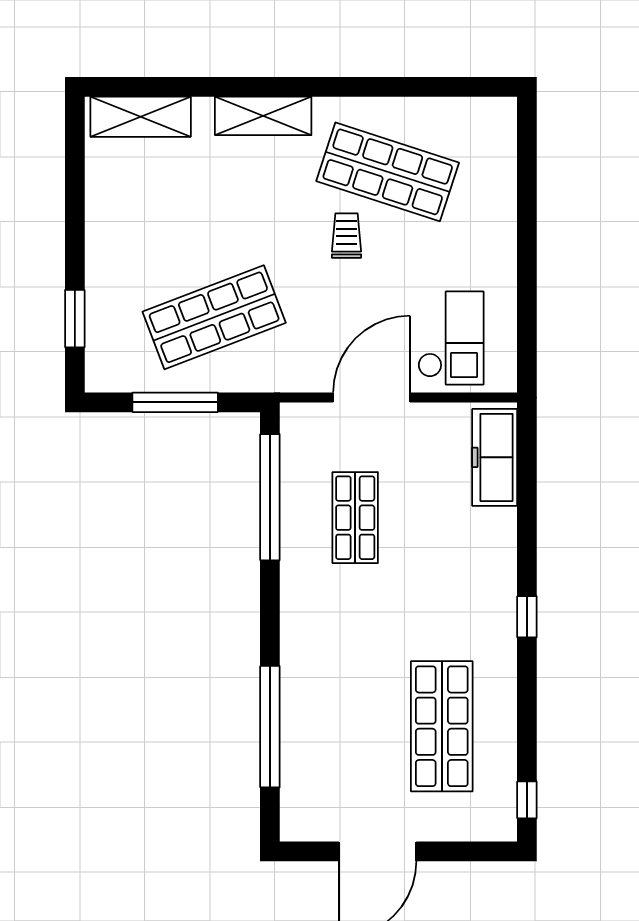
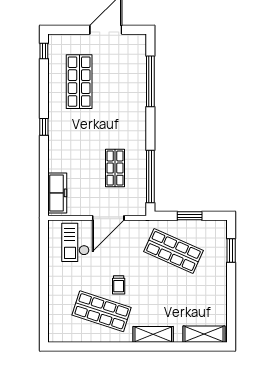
shop shelf: (214, 317) -> (173, 251), turned 45
window: (175, 402) -> (190, 216), width x0.69

